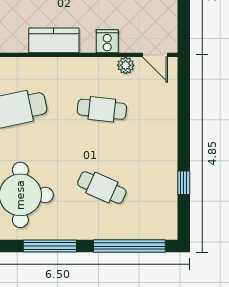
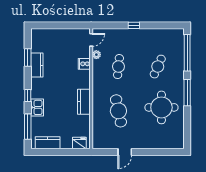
kitchen counter: (54, 40) -> (84, 102), moved
window: (184, 183) -> (134, 25), moved

